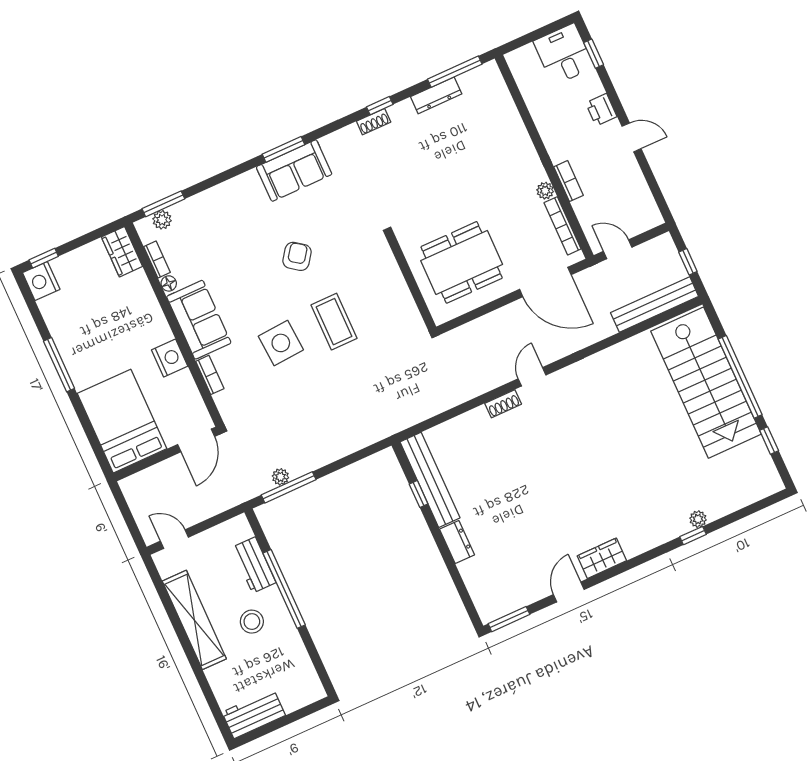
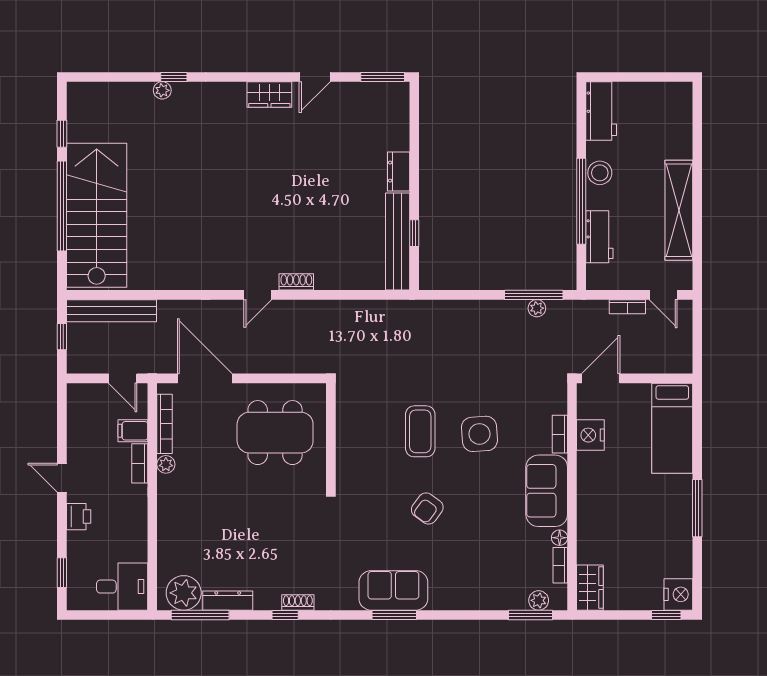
desk: (564, 54) -> (122, 587), moved, turned -90
plant: (478, 84) -> (184, 593), added
filing cabinet: (588, 207) -> (133, 431), added
nightstand: (170, 358) -> (590, 435), moved
bed: (122, 421) -> (672, 428), width x0.67
bookcase: (201, 514) -> (627, 307), added
stool: (252, 622) -> (600, 173), moved
workbench: (254, 714) -> (601, 111), moved, turned -90

